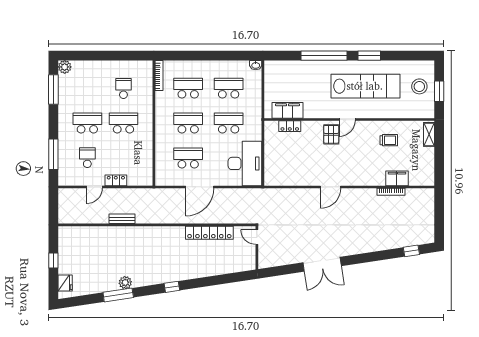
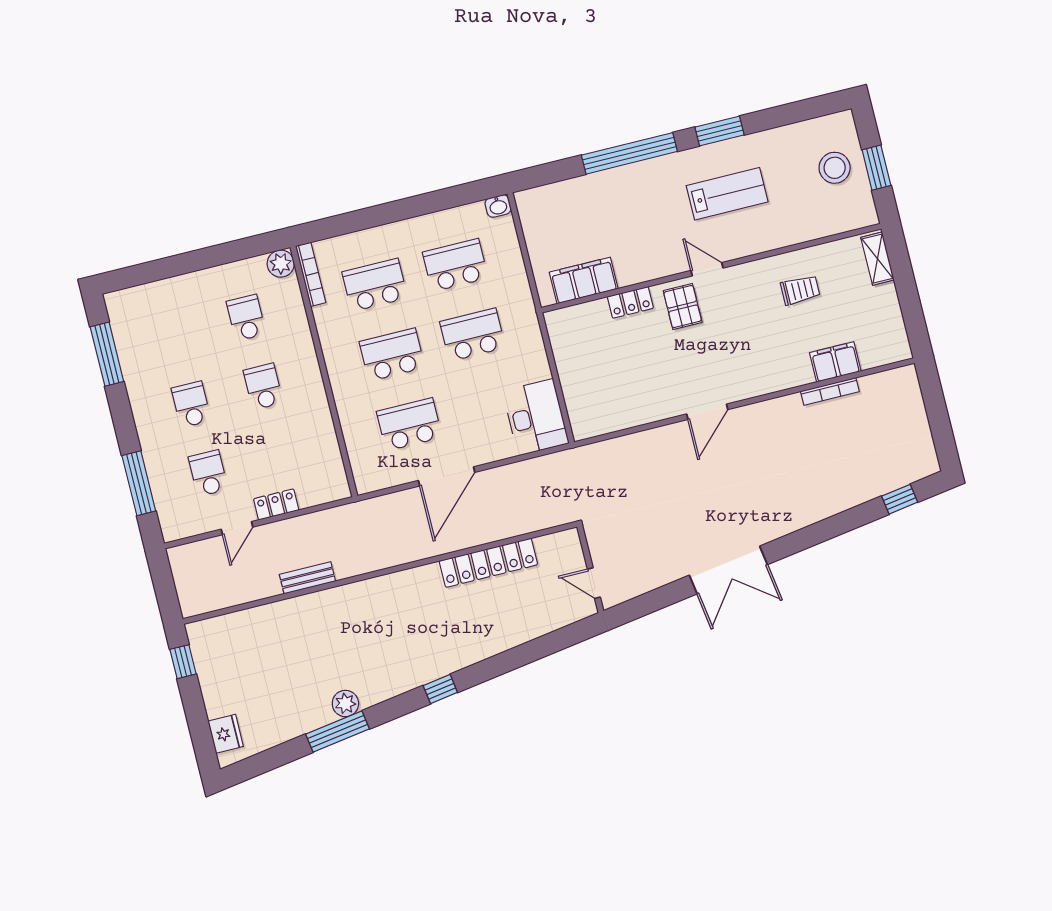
plant: (65, 67) -> (281, 264), moved
lab bench: (365, 86) -> (727, 194), width x0.54, depth x0.72
door: (347, 120) -> (707, 269), swing flipped
school desk: (87, 123) -> (191, 404), width x0.54
school desk: (123, 123) -> (263, 387), width x0.54
locker: (290, 126) -> (630, 302), moved
desk: (245, 163) -> (536, 417), width x0.73, depth x0.77
door: (257, 237) -> (594, 583), moved
window: (53, 261) -> (183, 662), moved

